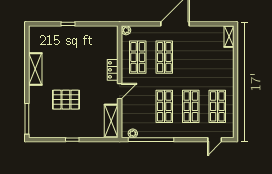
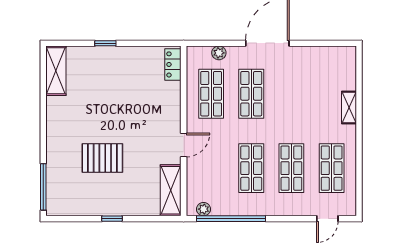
plant: (126, 30) -> (219, 53), moved
shelving: (229, 36) -> (349, 107), moved
shelving: (35, 69) -> (56, 71), moved
locker: (113, 70) -> (173, 64), moved

